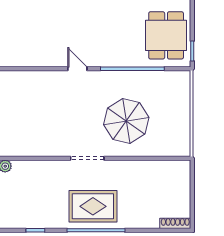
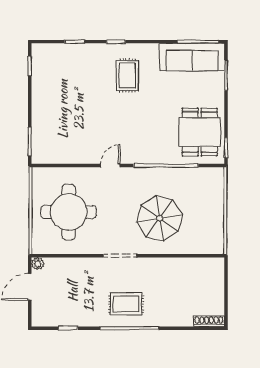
door: (77, 69) -> (110, 166), hinge flipped
round table: (36, 115) -> (69, 212), added
rug: (93, 206) -> (126, 304), width x0.73, depth x0.70

